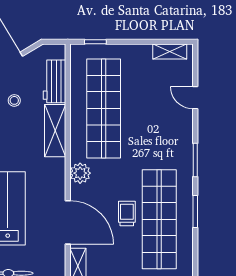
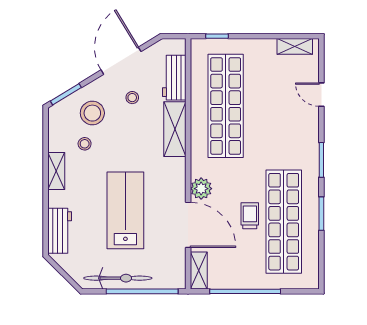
plant: (80, 173) -> (201, 189), moved

